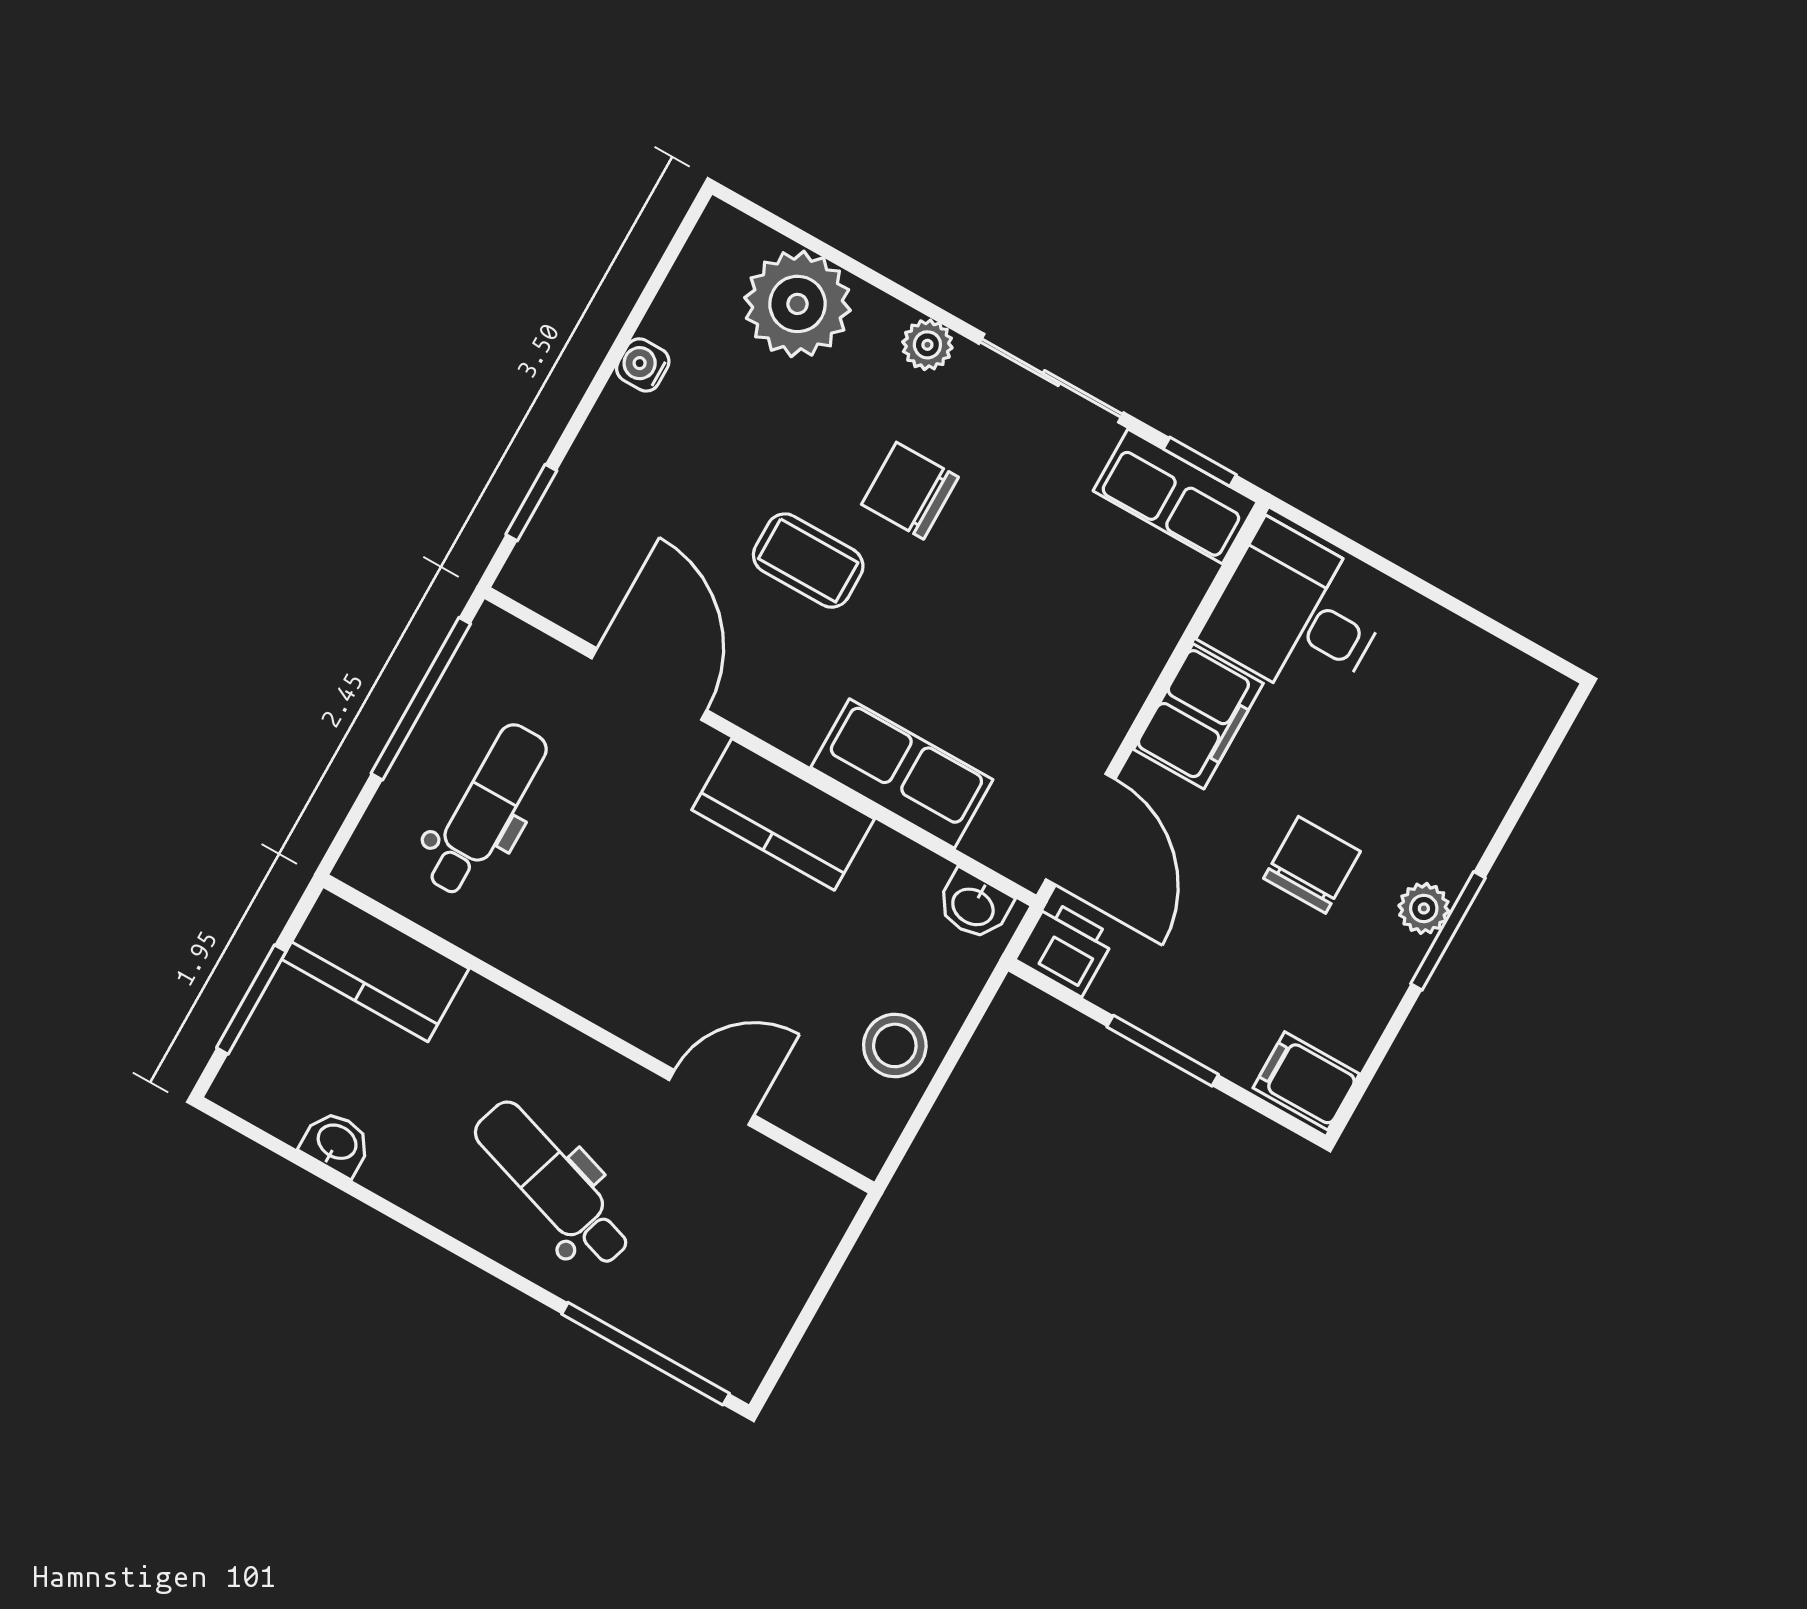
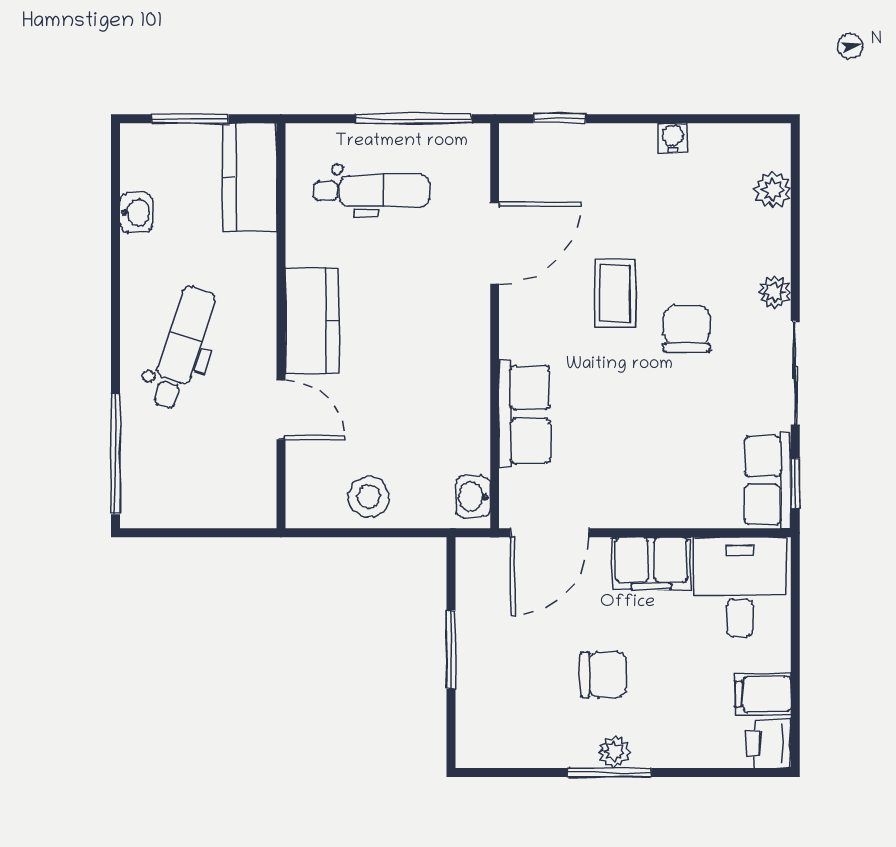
plant: (797, 304) -> (773, 190), width x0.53, depth x0.53
kitchen counter: (783, 814) -> (312, 321), moved, turned 180
printer: (1065, 948) -> (768, 743), moved, turned 180
filing cabinet: (1306, 1081) -> (763, 694), moved, turned -90

